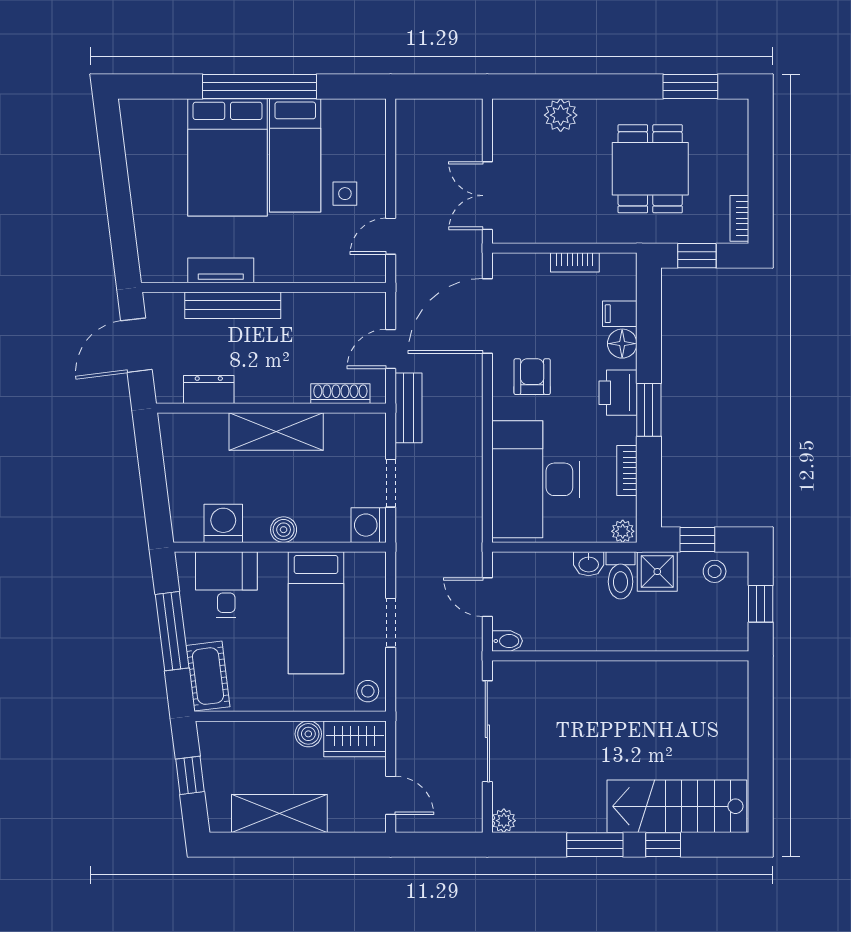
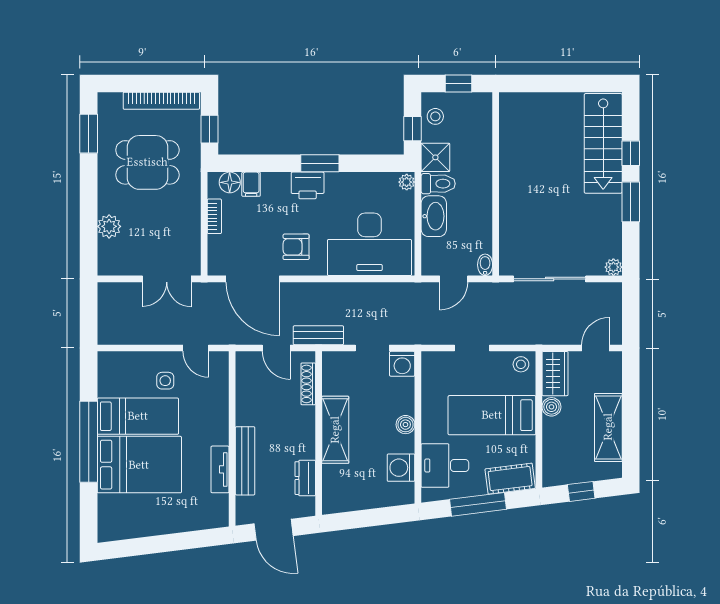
bookcase: (739, 218) -> (161, 101), width x2.31, depth x1.31
floor lamp: (622, 344) -> (230, 182), moved
bookcase: (627, 471) -> (363, 179), removed
washbasin: (589, 564) -> (434, 216), width x1.91, depth x1.45
bed: (316, 613) -> (492, 415), moved, turned 180

